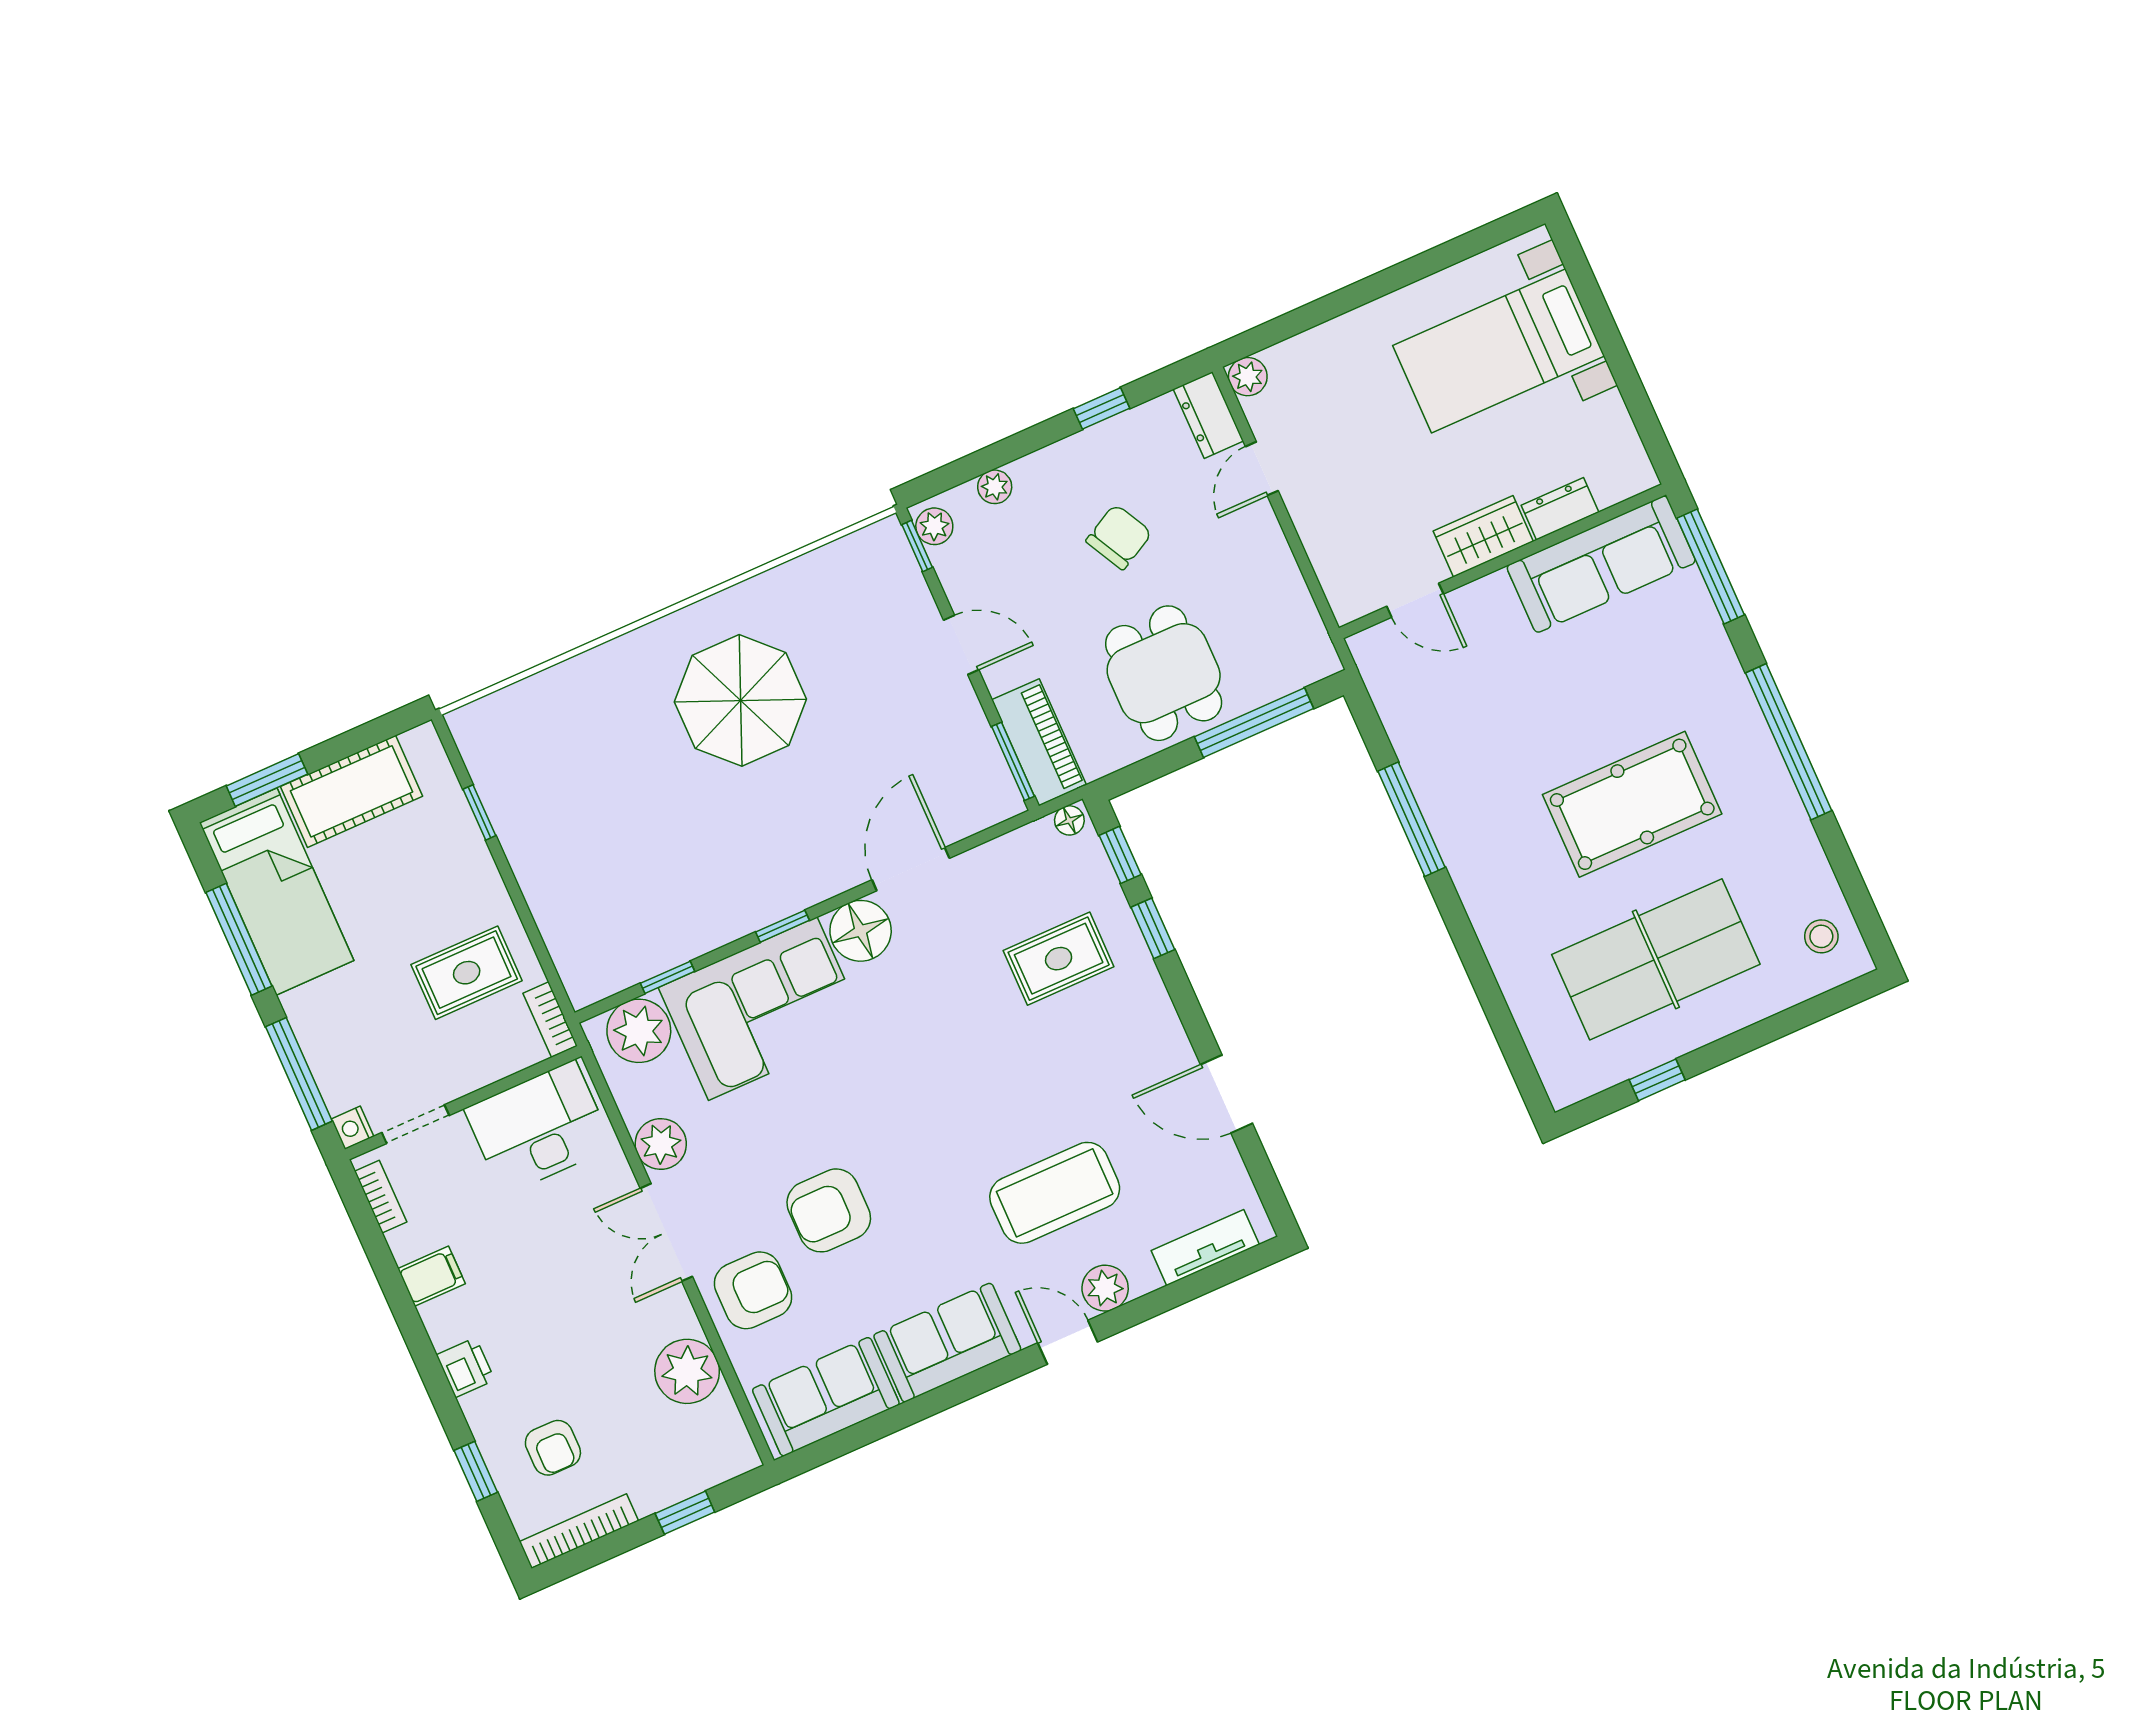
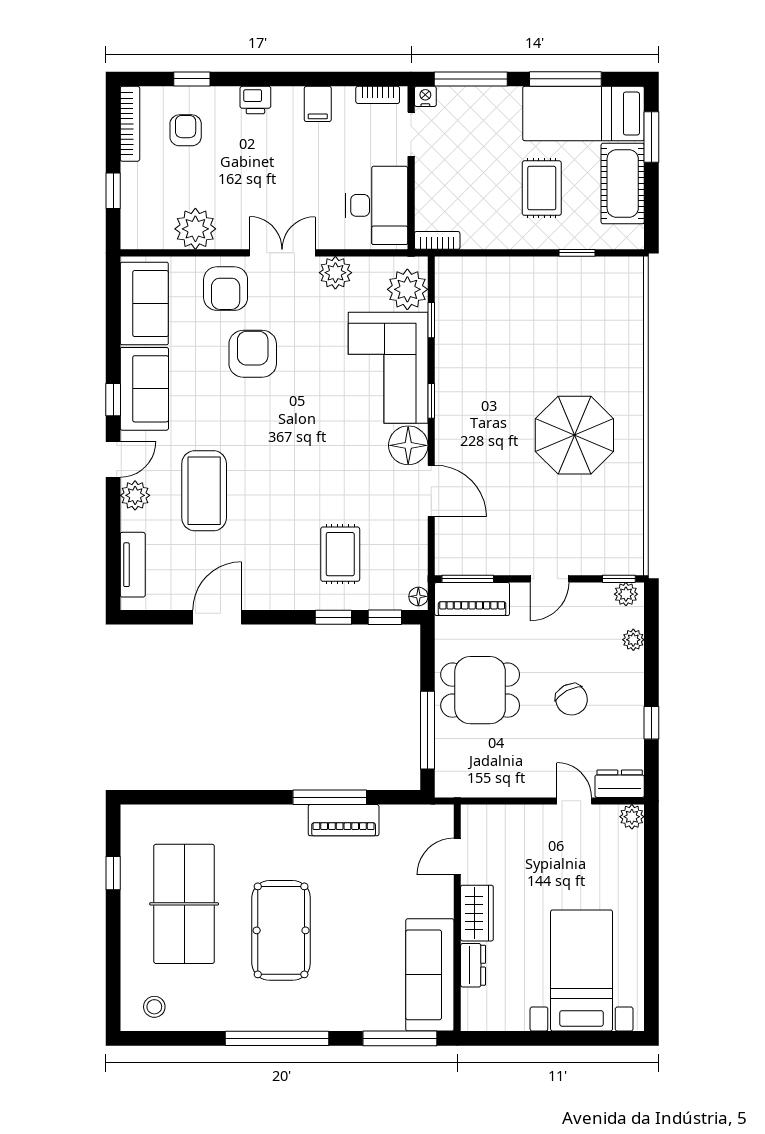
piano: (1435, 785) -> (344, 820), added
rug: (467, 973) -> (542, 188), moved
window: (982, 1380) -> (113, 400), added
armchair: (553, 1448) -> (186, 130), turned 90

